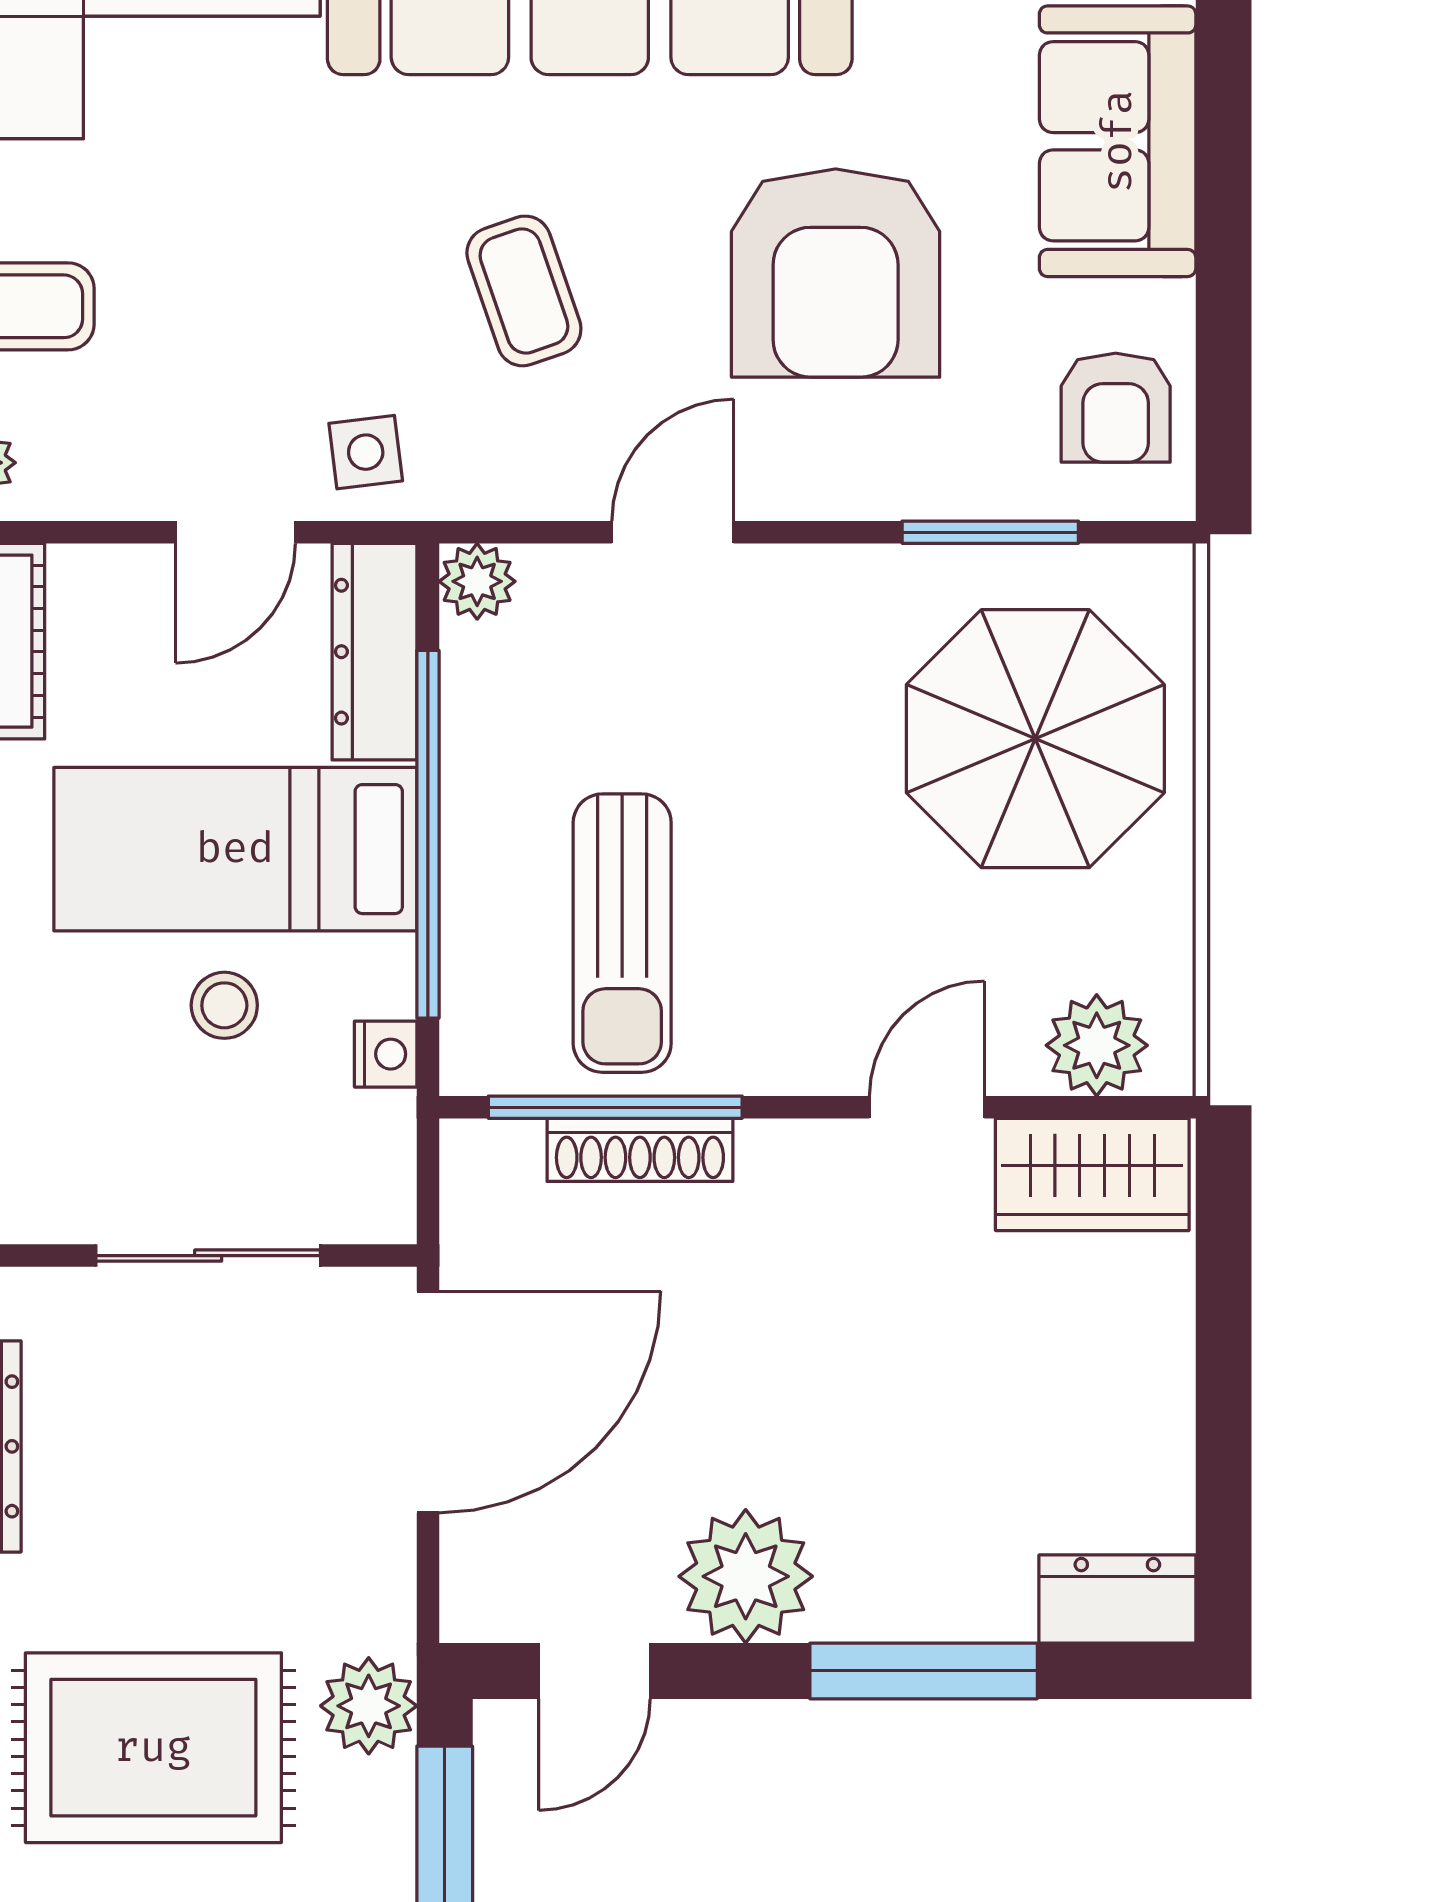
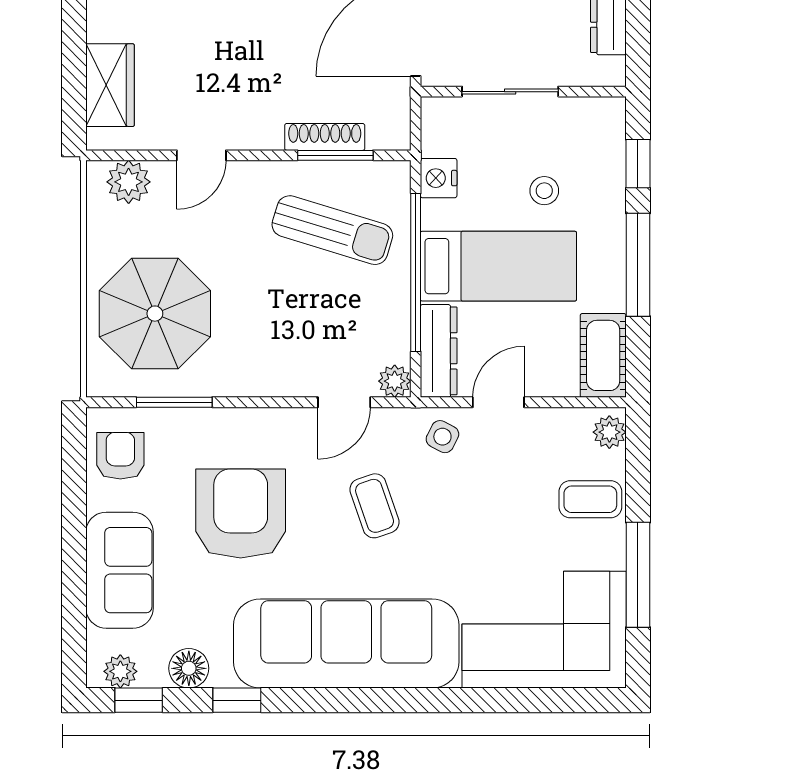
side table: (366, 452) -> (442, 437), turned 34
door: (673, 532) -> (344, 402), moved
sun lounger: (622, 933) -> (332, 230), turned 107
stool: (224, 1005) -> (544, 191), moved
nightstand: (386, 1054) -> (439, 178), width x1.39, depth x1.35
window: (615, 1107) -> (335, 155), width x0.69
wardrobe: (1092, 1174) -> (110, 85), moved, turned 90

